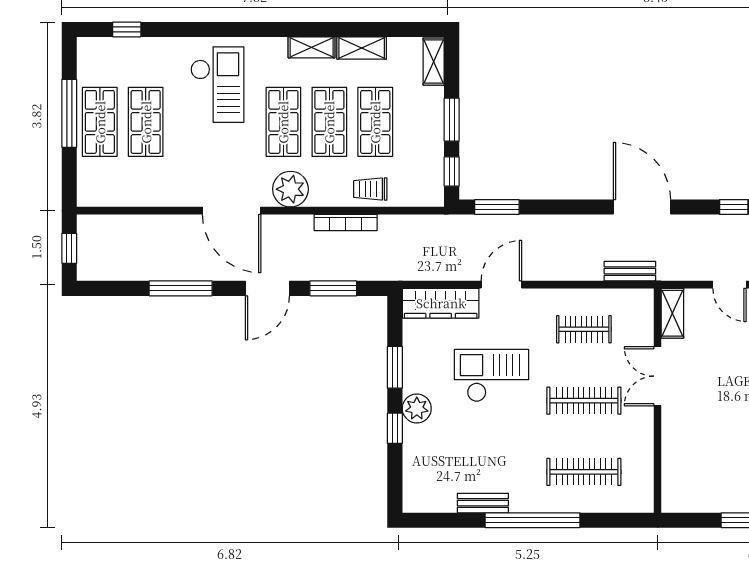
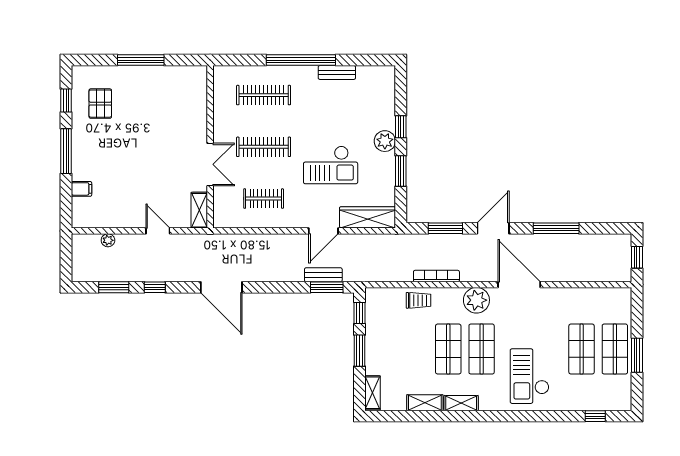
window: (69, 113) -> (637, 355), width x0.69
shop shelf: (375, 122) -> (415, 349), removed
bench: (630, 271) -> (323, 275), moved

